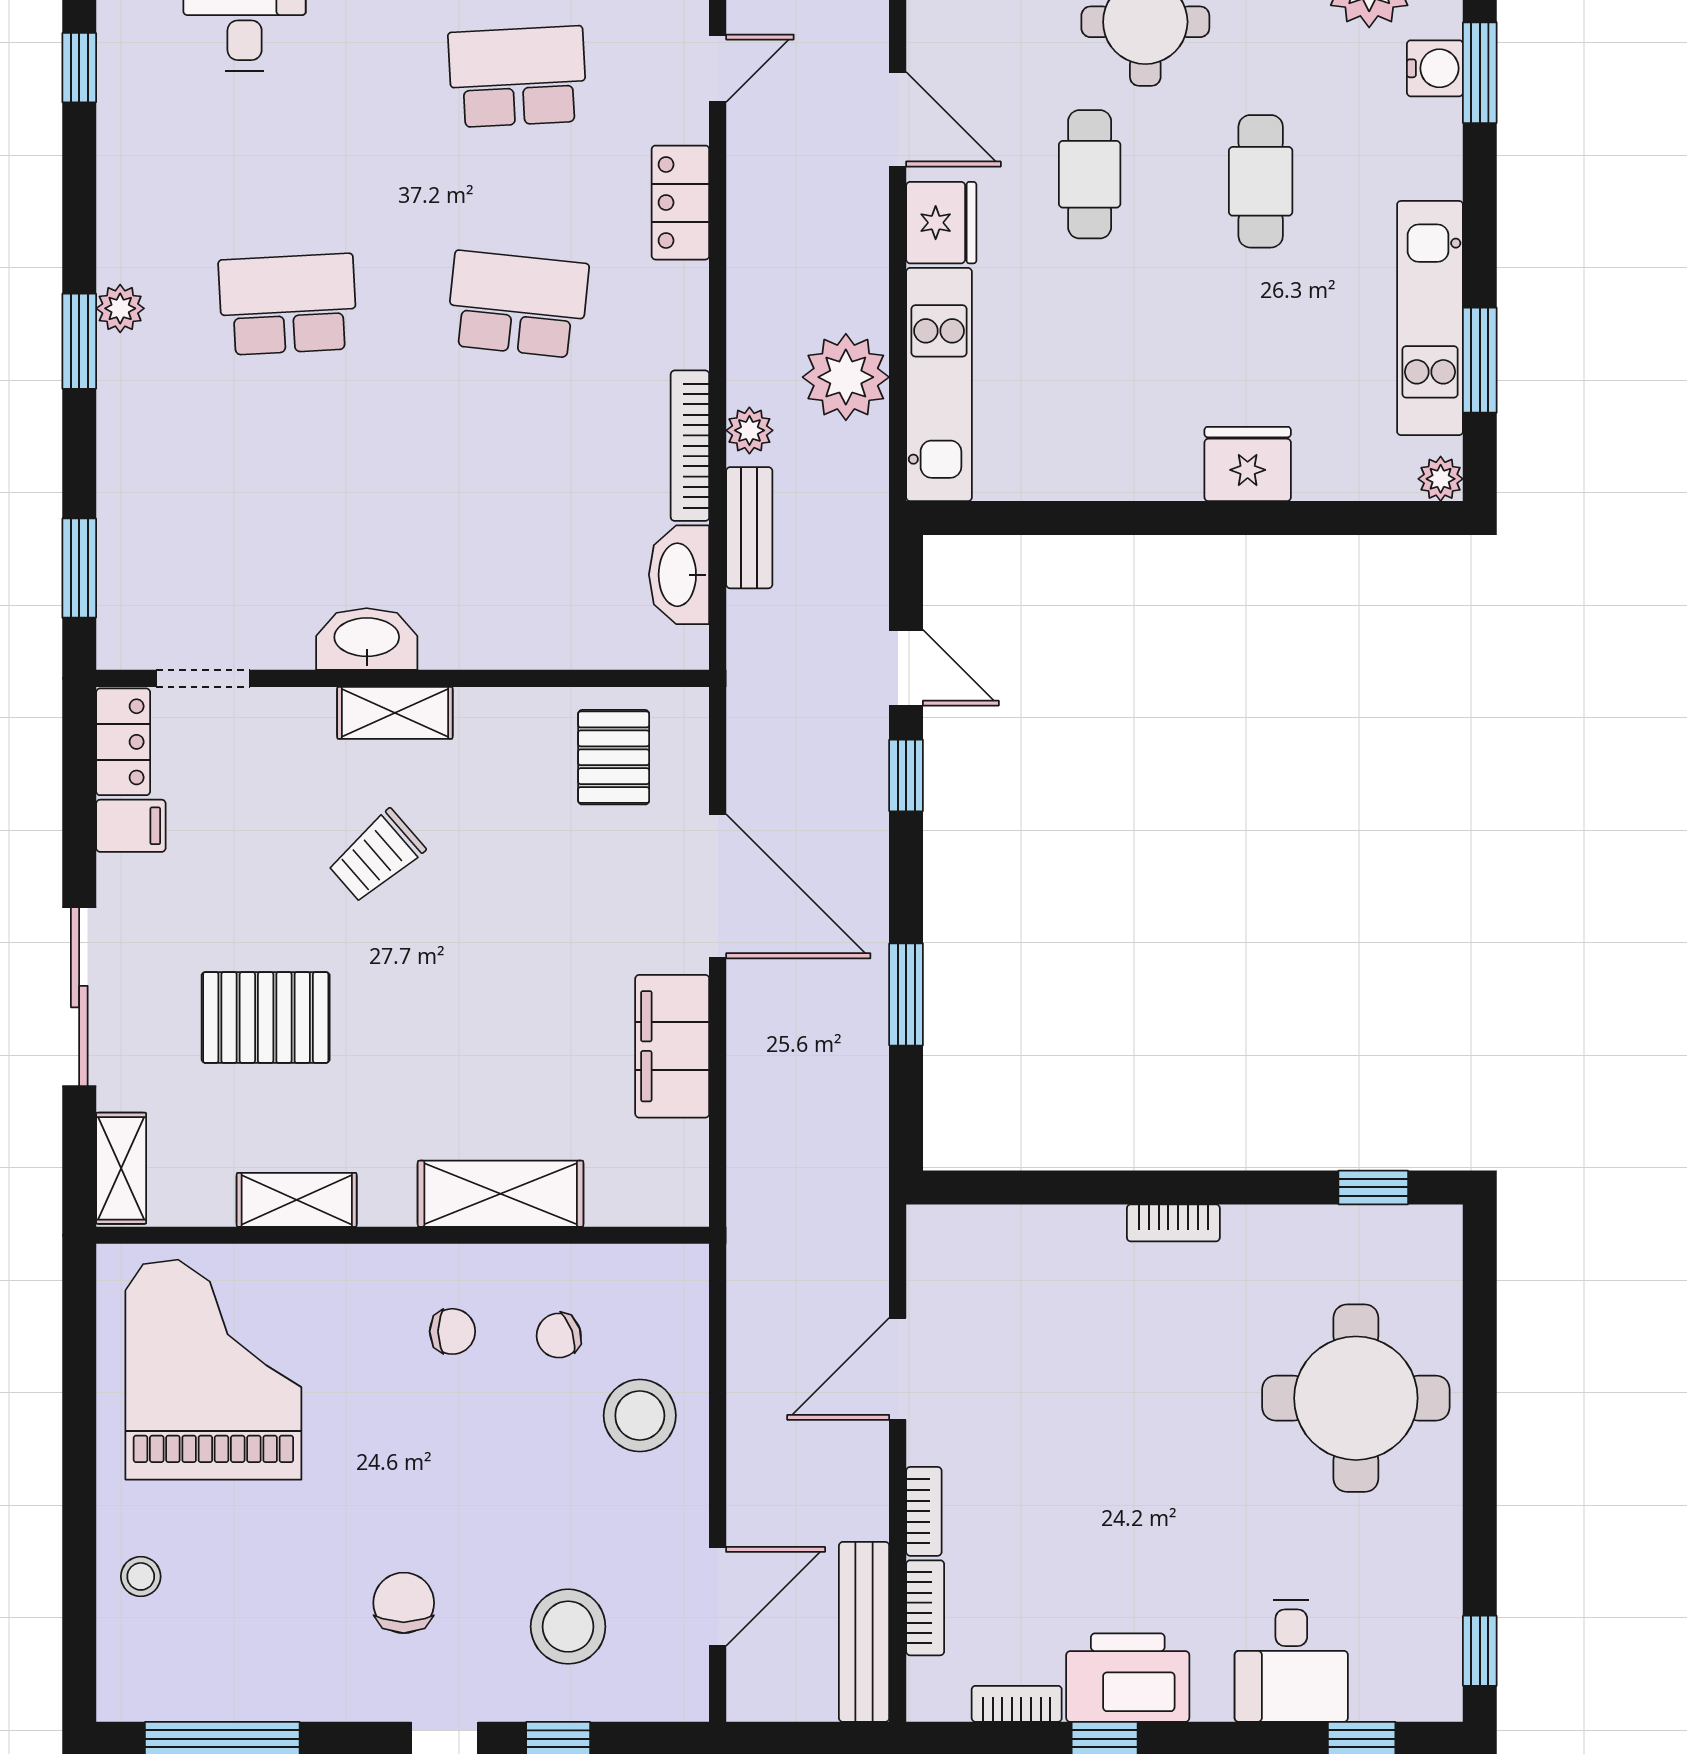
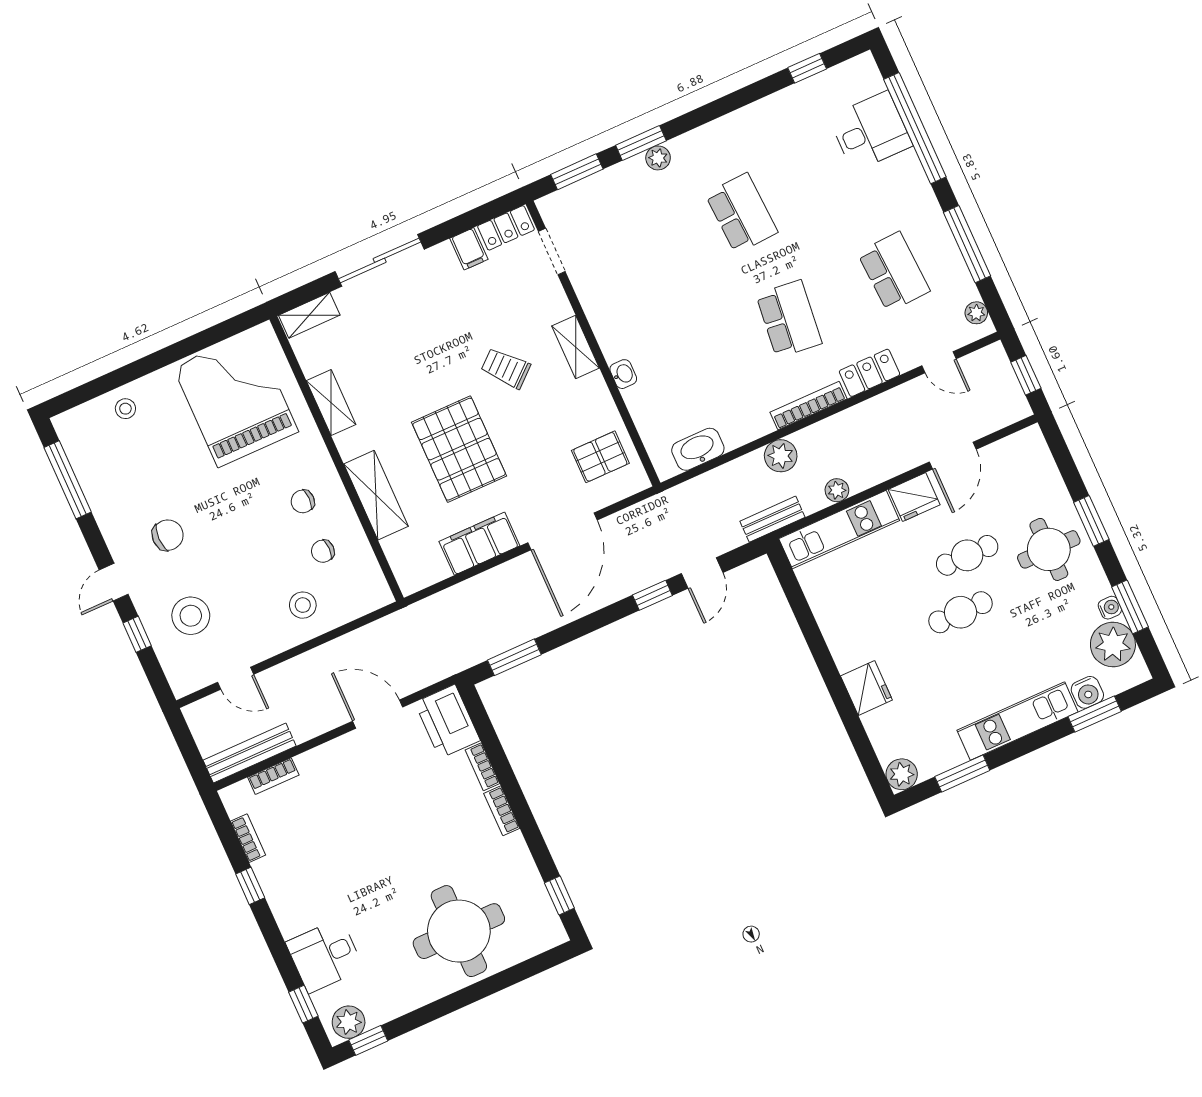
cafe table: (1261, 181) -> (961, 612), moved
plant: (120, 308) -> (658, 158), moved
kitchen unit: (1430, 318) -> (1017, 721), moved
window: (79, 341) -> (641, 143), moved
plant: (846, 377) -> (837, 490), width x0.53, depth x0.53
plant: (749, 430) -> (781, 456), width x1.38, depth x1.38
bookcase: (690, 446) -> (809, 406), moved
plant: (1441, 479) -> (902, 774), width x1.38, depth x1.38
bench: (749, 528) -> (772, 519), moved
washbasin: (367, 639) -> (623, 374), moved, width x0.52, depth x0.69
window: (906, 994) -> (514, 657), moved
pallet: (266, 1017) -> (459, 449), moved, width x1.37, depth x1.41
chair: (452, 1331) -> (303, 501), turned 90
chair: (559, 1336) -> (323, 551), turned -71
grand piano: (213, 1370) -> (236, 399), turned -90
stool: (640, 1415) -> (303, 605), width x0.73, depth x0.73
bookcase: (924, 1511) -> (482, 767), moved, turned 90
door: (718, 1596) -> (236, 678), width x0.73
plant: (1431, 1672) -> (349, 1022), added
printer: (1128, 1678) -> (447, 721), moved, turned 180

